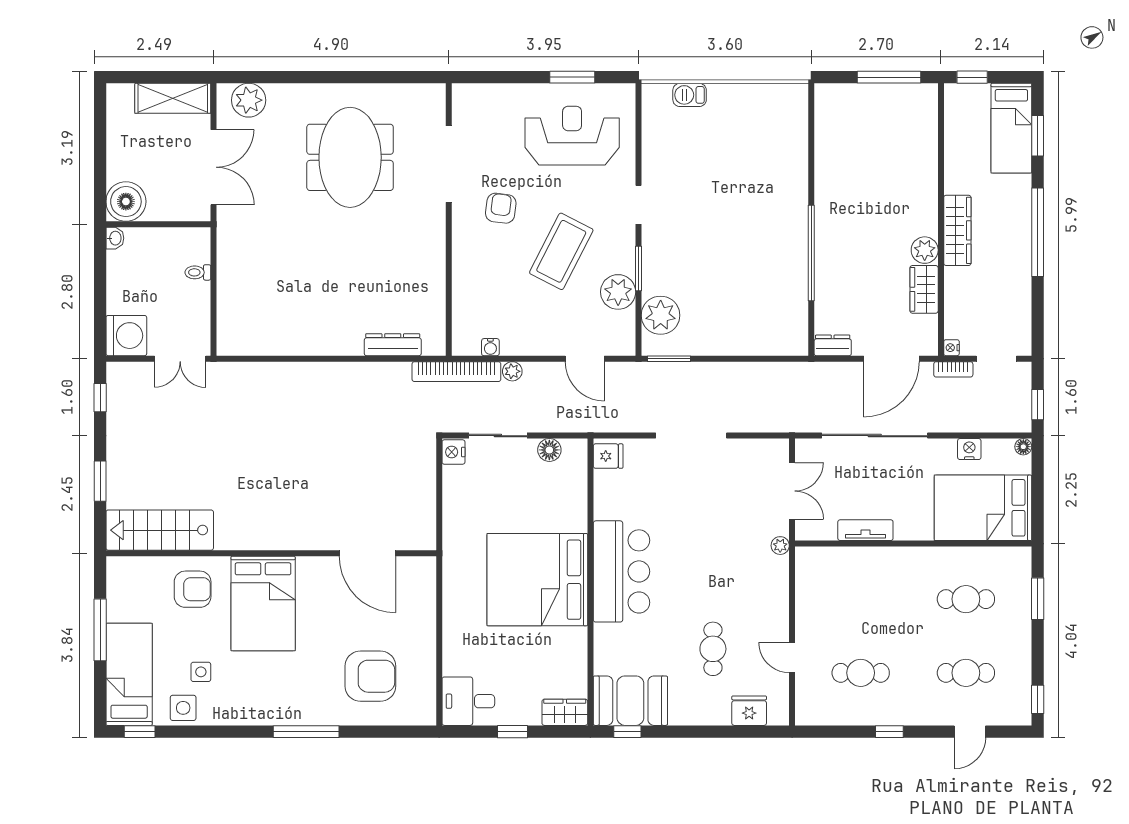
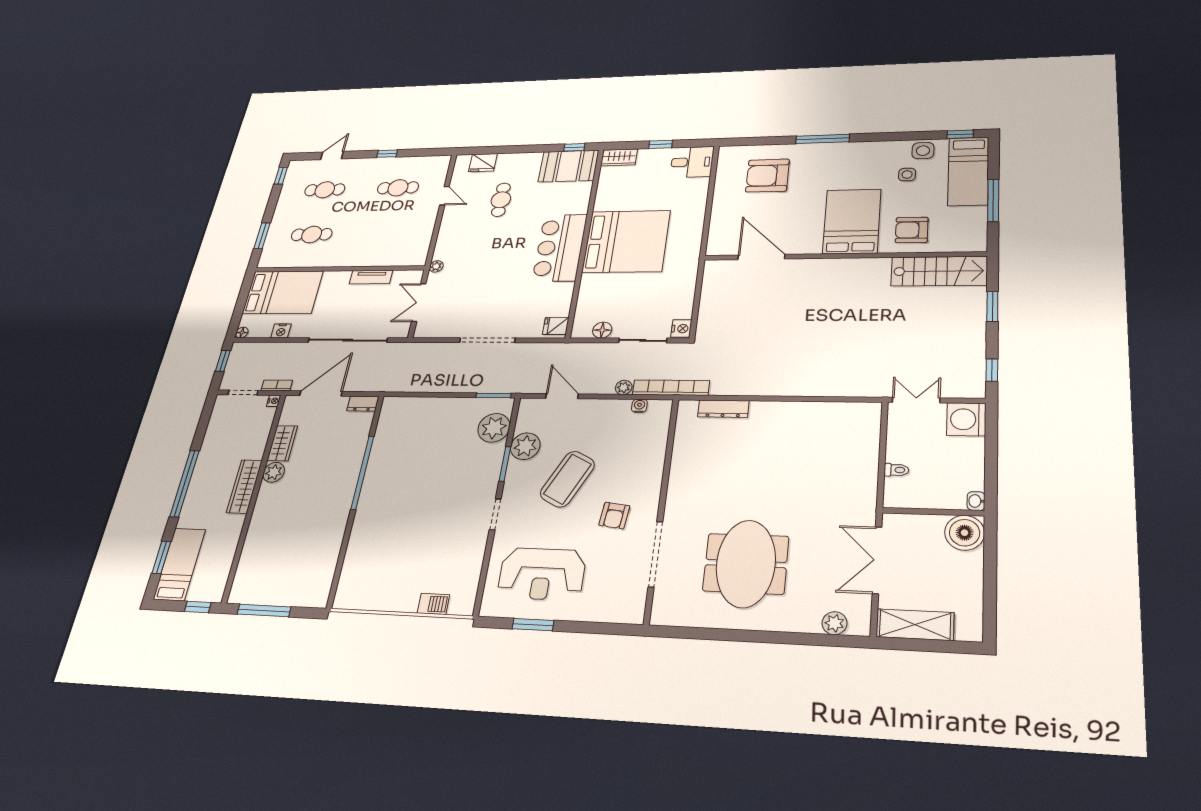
plant: (249, 100) -> (834, 623), width x0.73, depth x0.73

